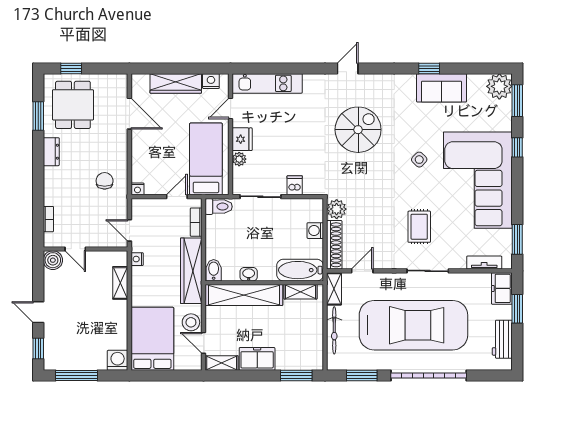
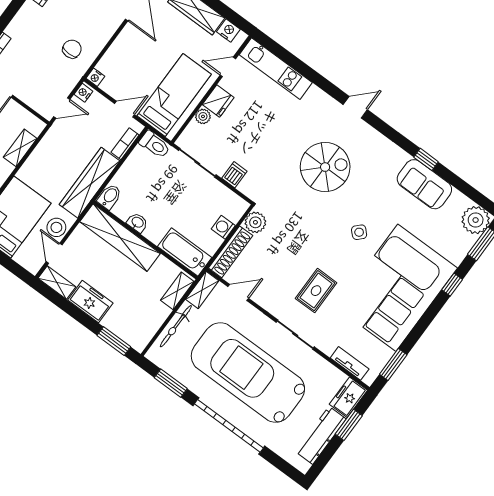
door: (129, 230) -> (62, 108), swing flipped
nightstand: (137, 259) -> (83, 93), moved
shelving: (300, 292) -> (177, 291), moved, turned 90
car: (413, 325) -> (248, 372), turned 180
workbench: (502, 339) -> (321, 435), width x1.38

